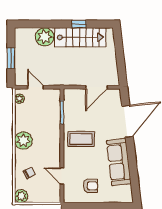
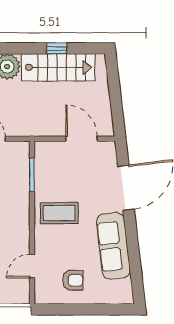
door: (97, 87) -> (82, 139), swing flipped
door: (62, 176) -> (32, 266), hinge flipped

